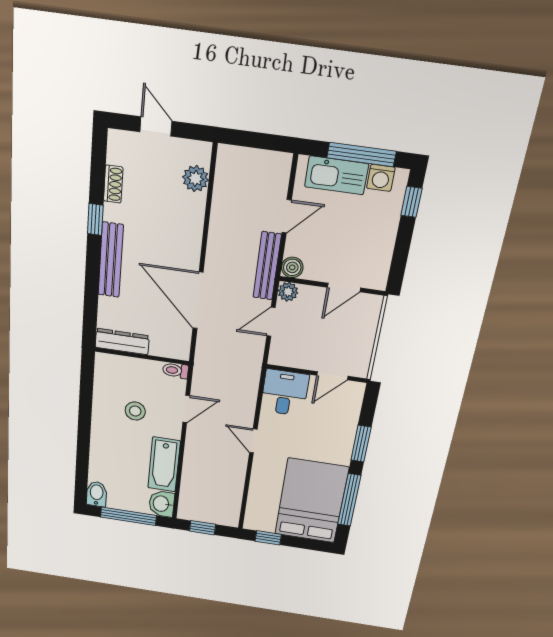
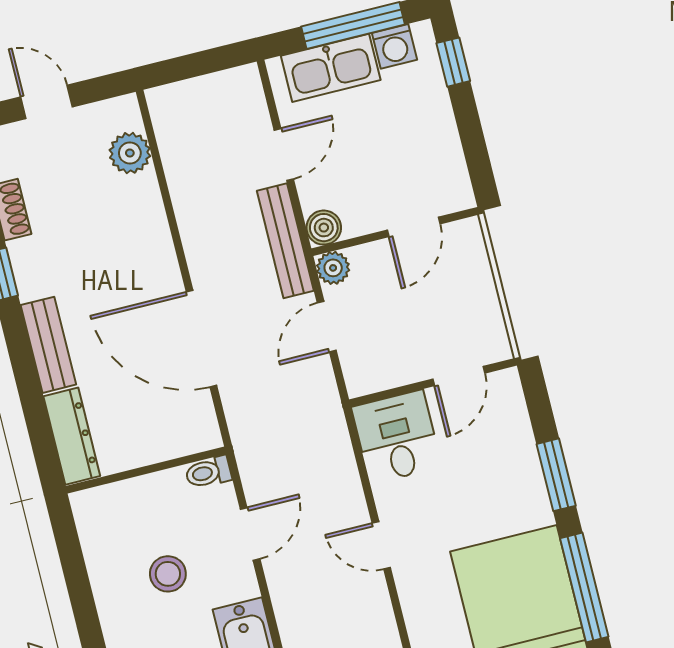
bench: (111, 260) -> (48, 345), width x0.73
dresser: (122, 342) -> (72, 436), moved, turned 90

